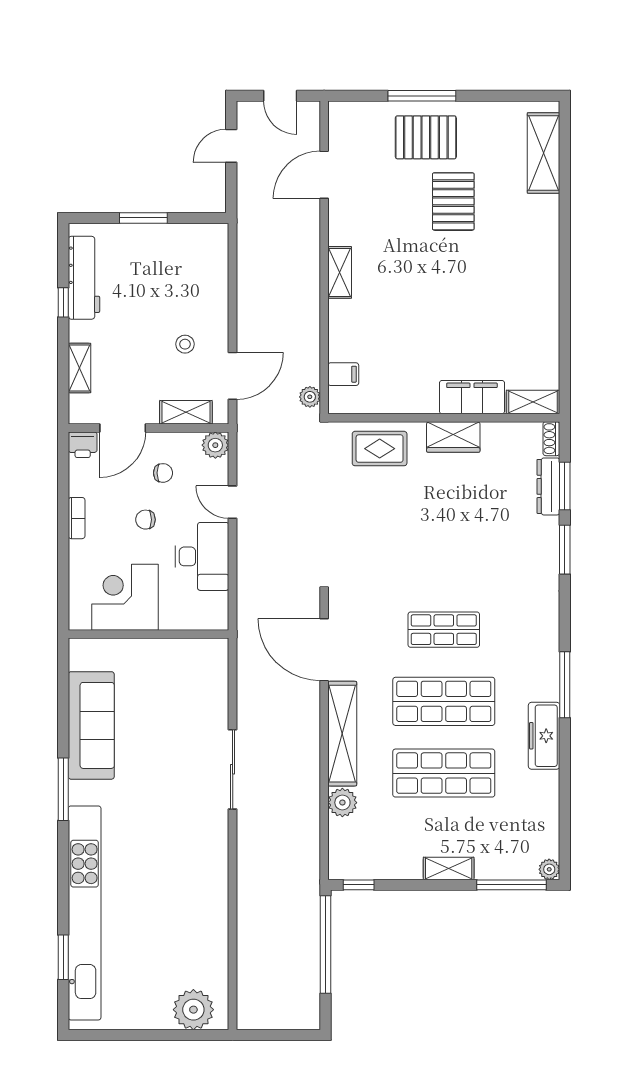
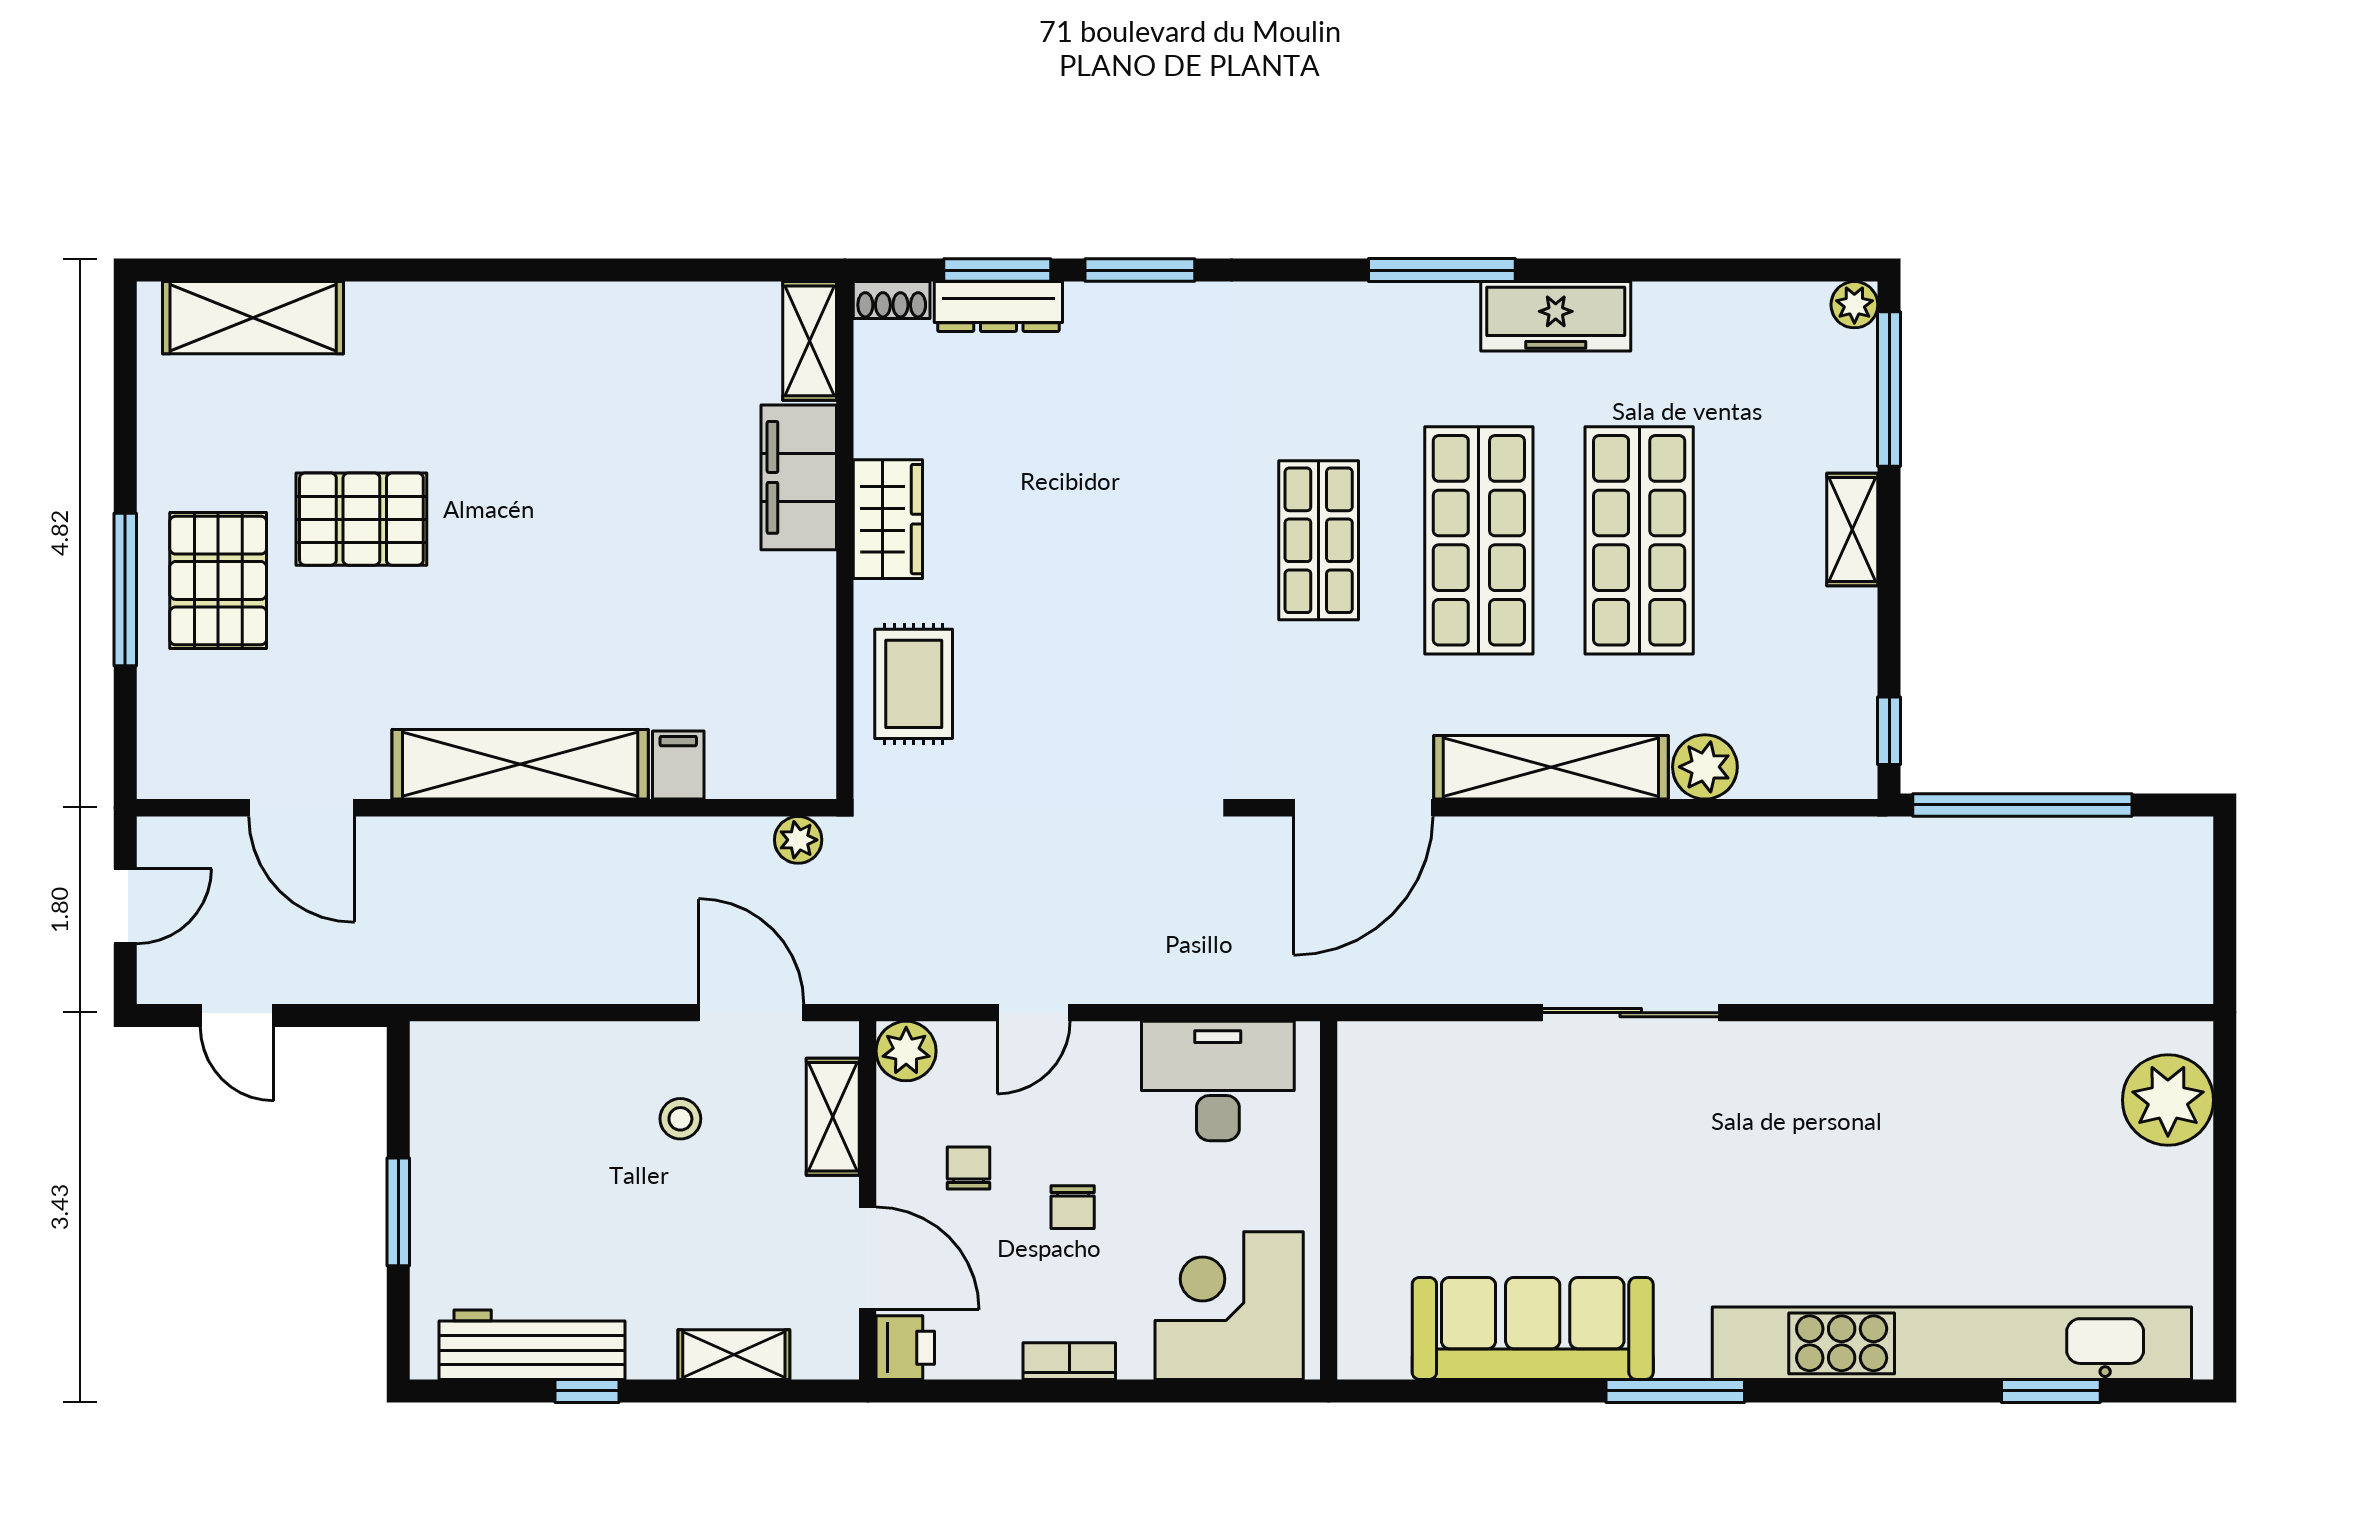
shelving: (340, 272) -> (520, 764), width x2.20, depth x1.33
filing cabinet: (343, 374) -> (678, 765), moved
desk: (202, 556) -> (1218, 1081), moved
corner desk: (125, 597) -> (1229, 1306), moved, turned 90

